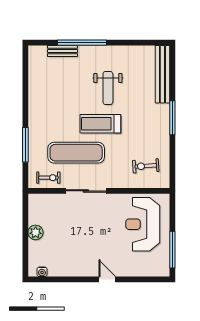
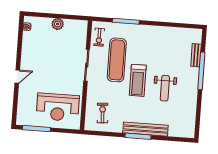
bench: (162, 74) -> (145, 129), moved
weight bench: (108, 88) -> (165, 88), turned -90
treadmill: (100, 124) -> (138, 80), turned 180
reception desk: (143, 224) -> (58, 107), turned 180

